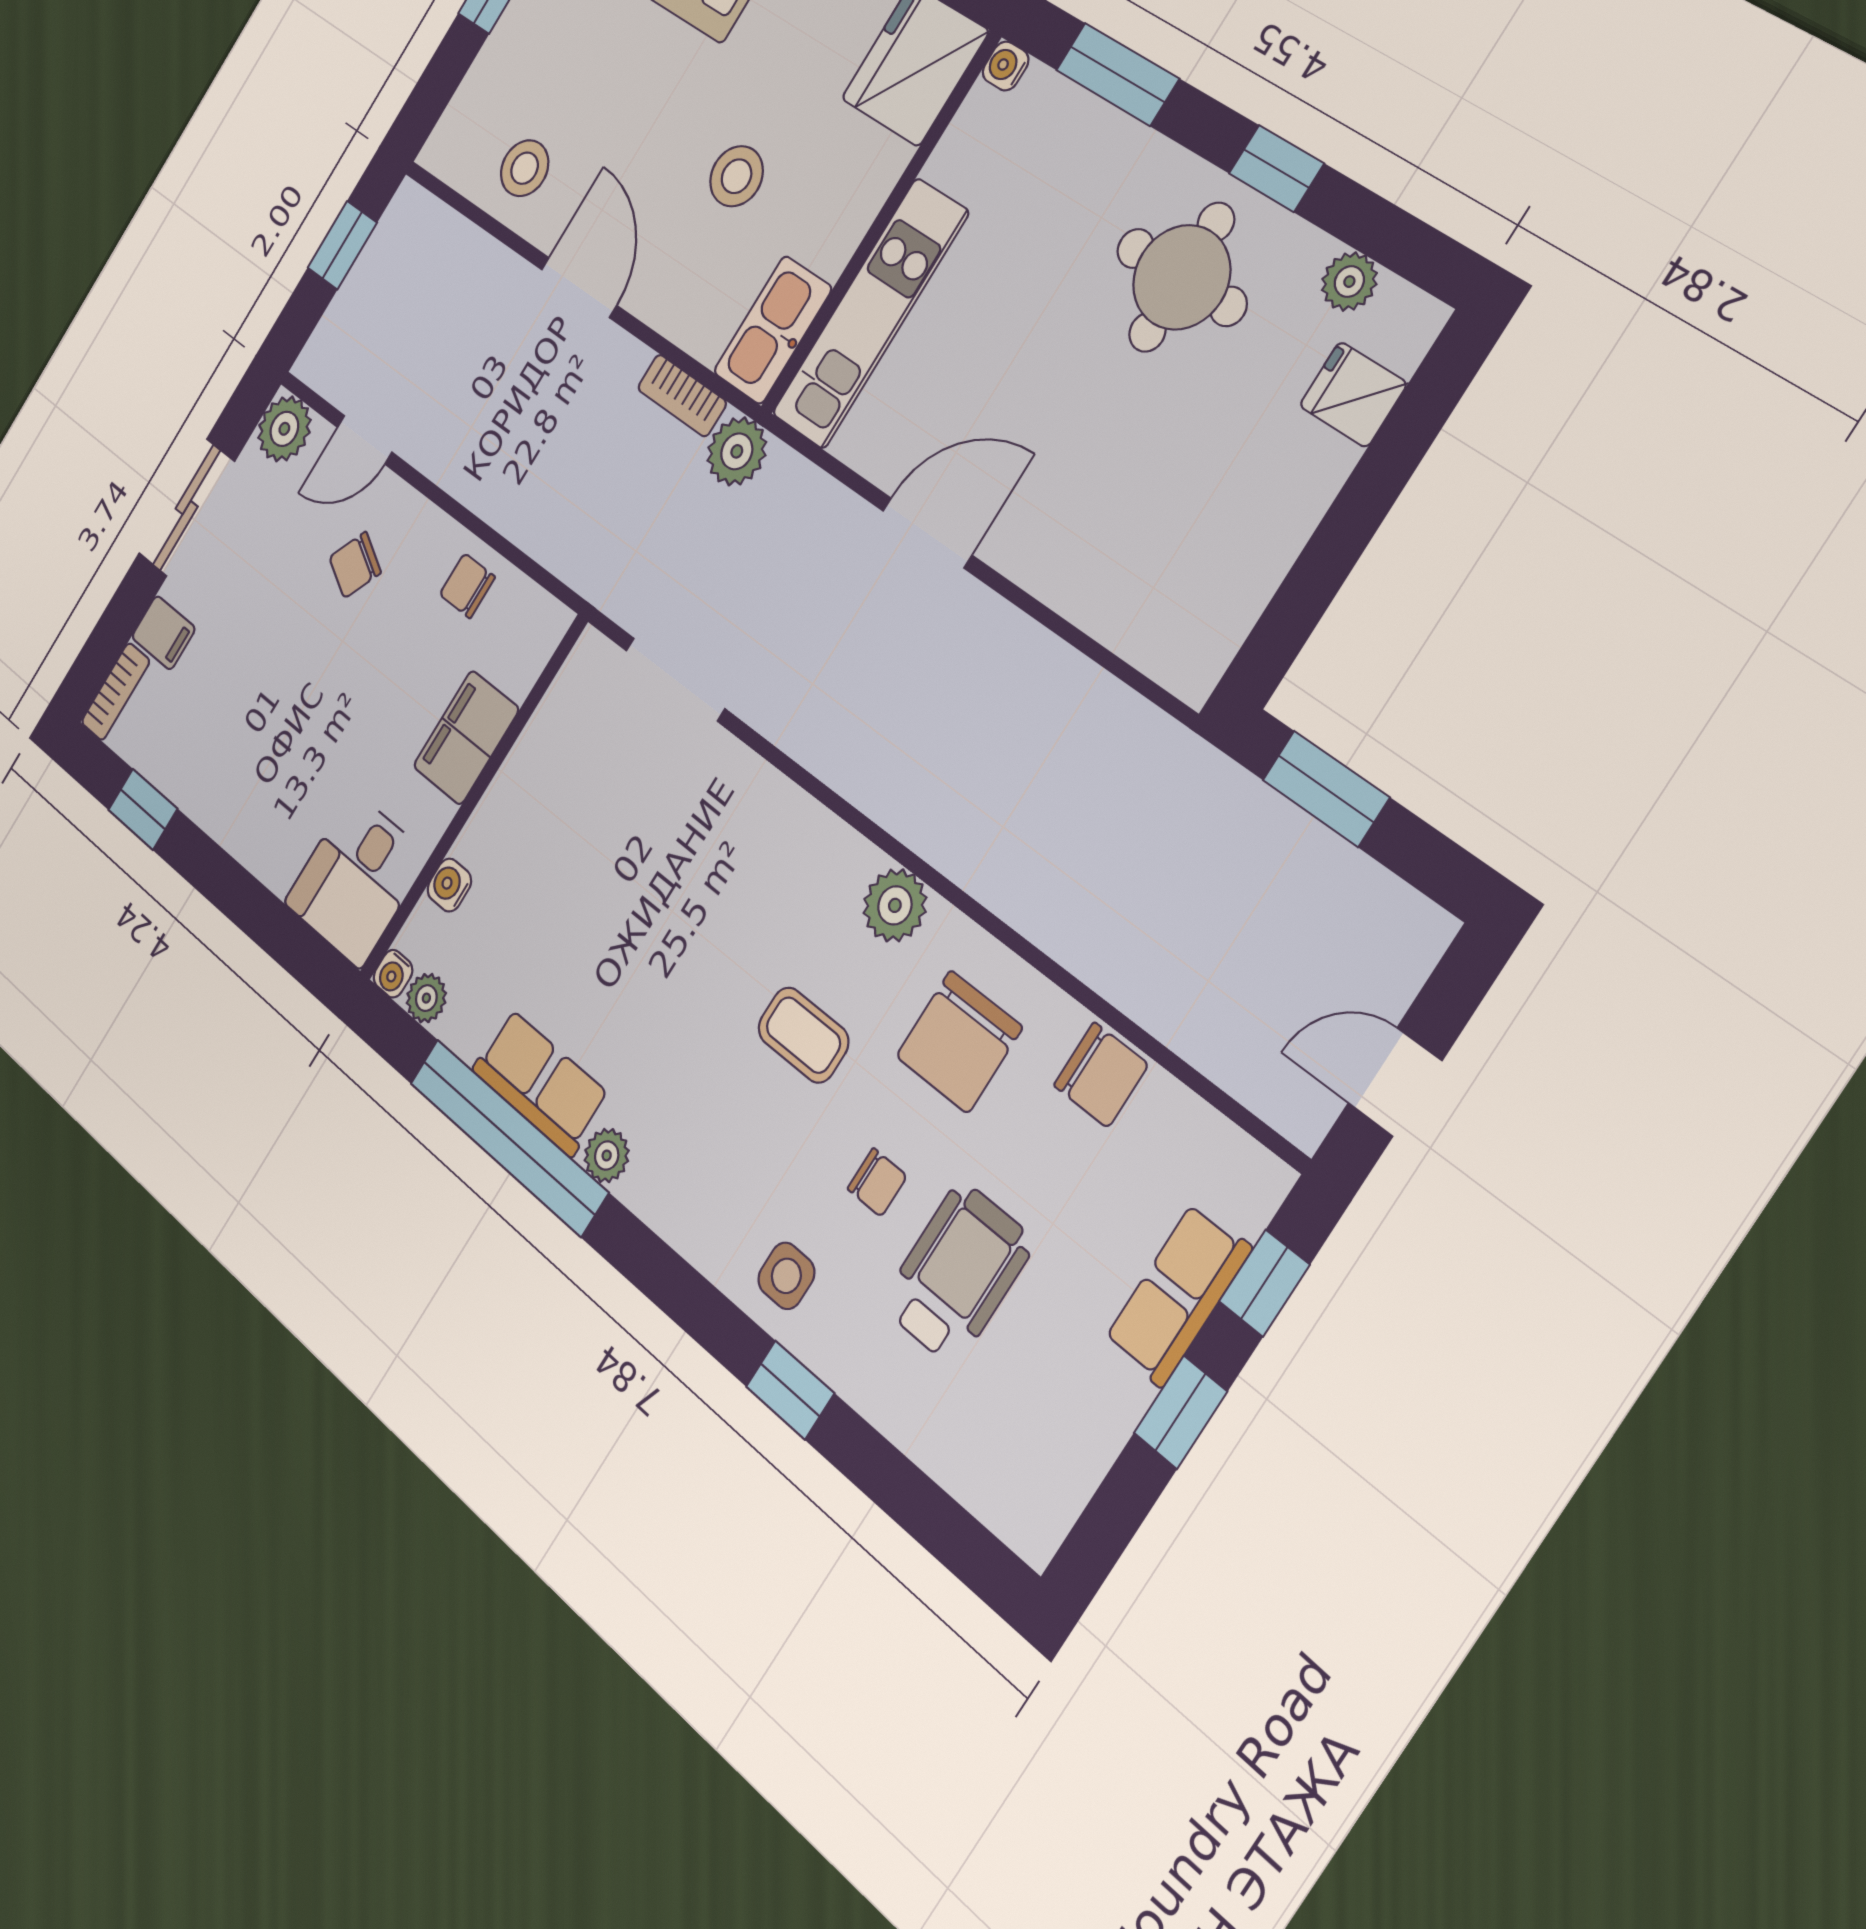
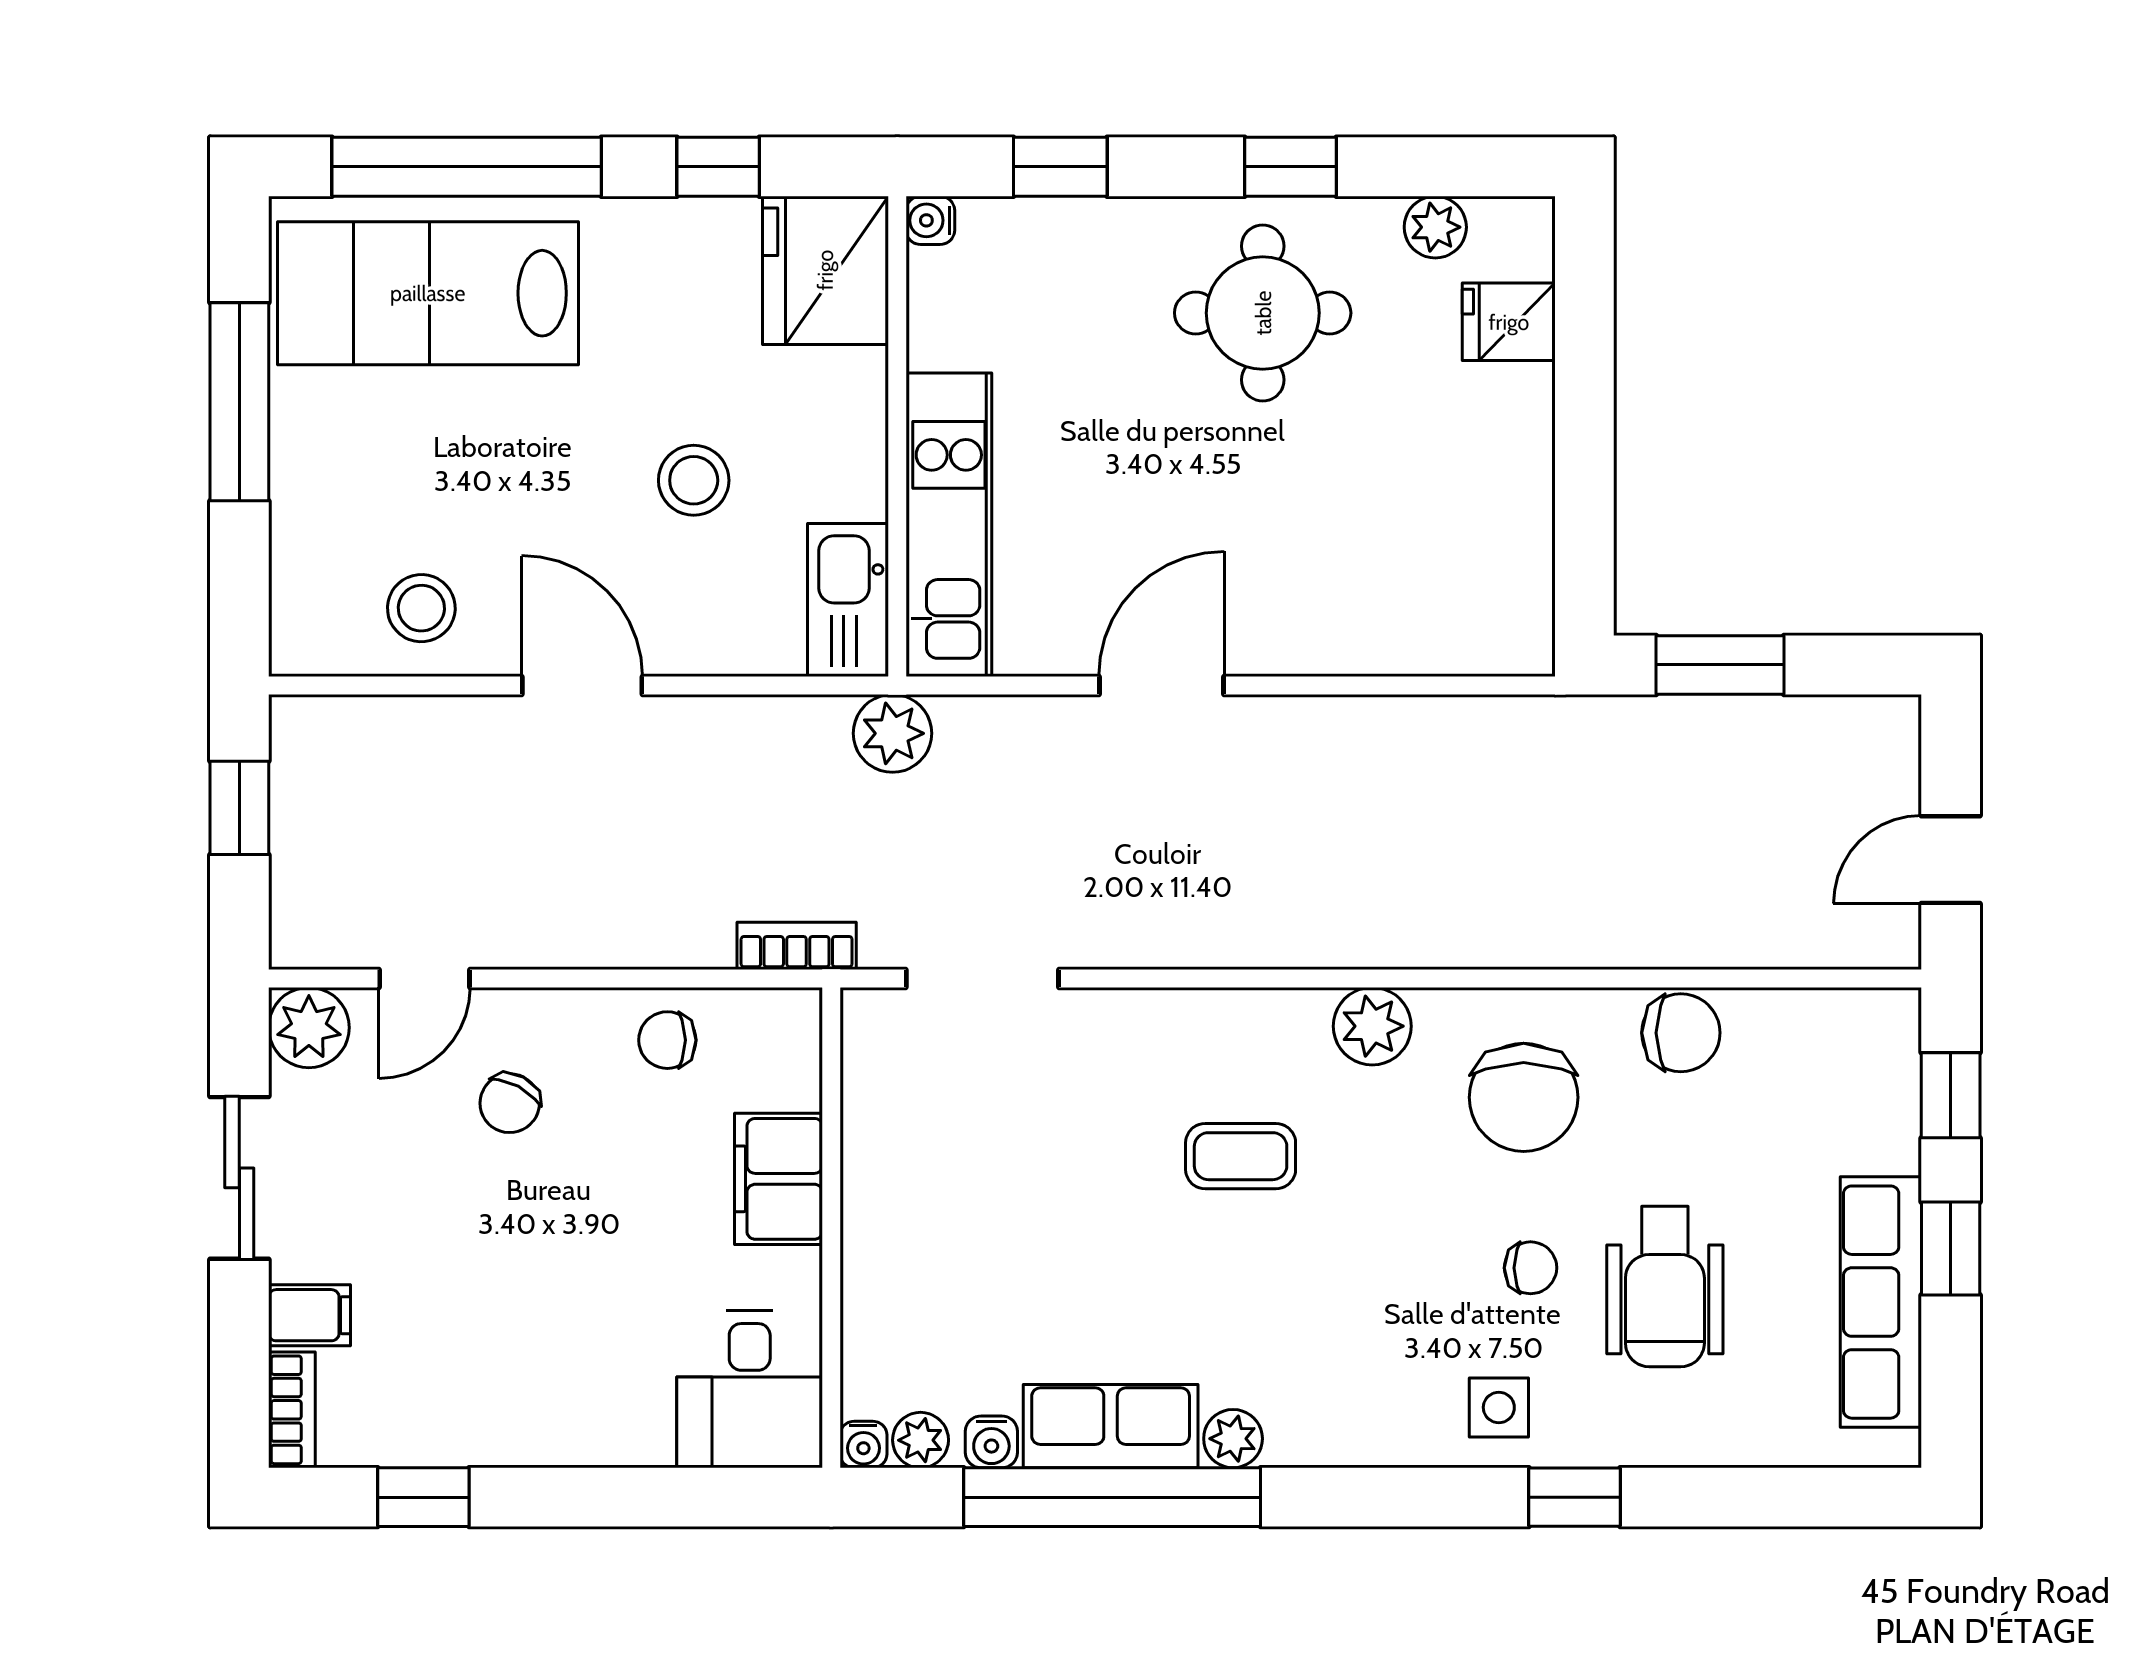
window: (1117, 74) -> (1060, 167), width x0.67
bookcase: (682, 395) -> (797, 946), moved, turned 180
water cooler: (449, 885) -> (991, 1442), moved, turned -90
coffee table: (803, 1035) -> (1241, 1156), moved
wheelchair: (958, 1273) -> (1665, 1287), turned 180
row of seats: (1178, 1294) -> (1881, 1302), moved, width x1.48

